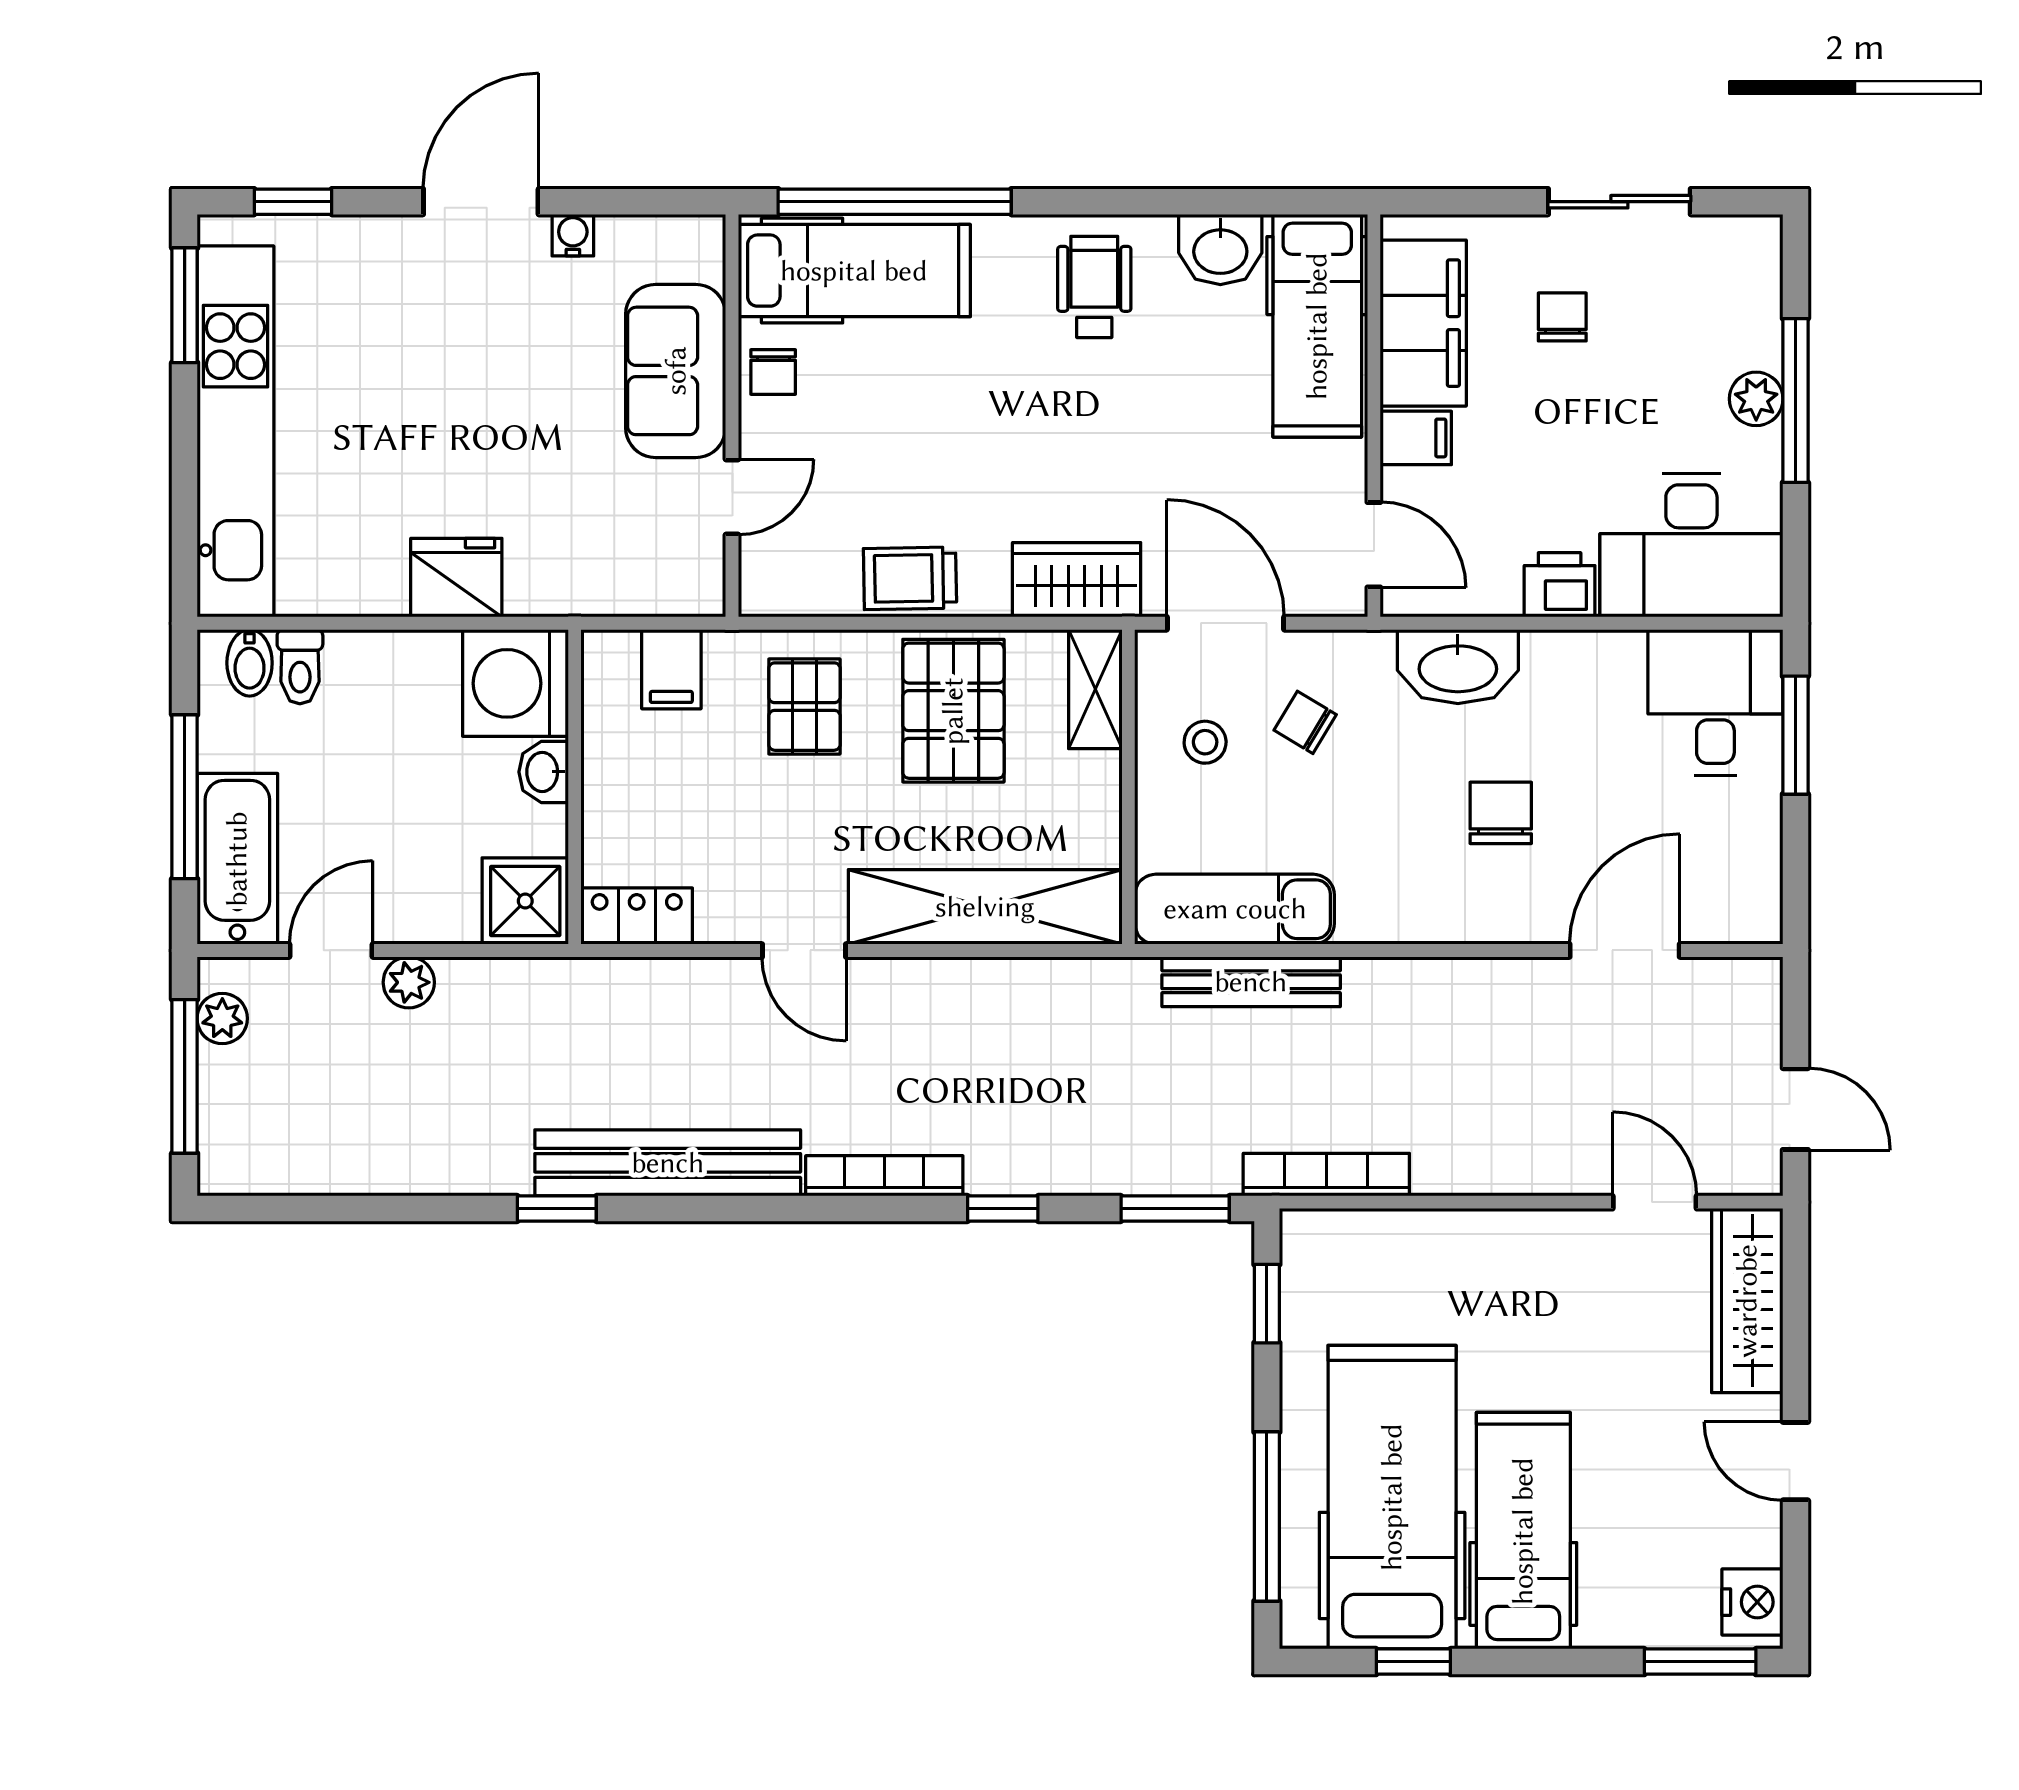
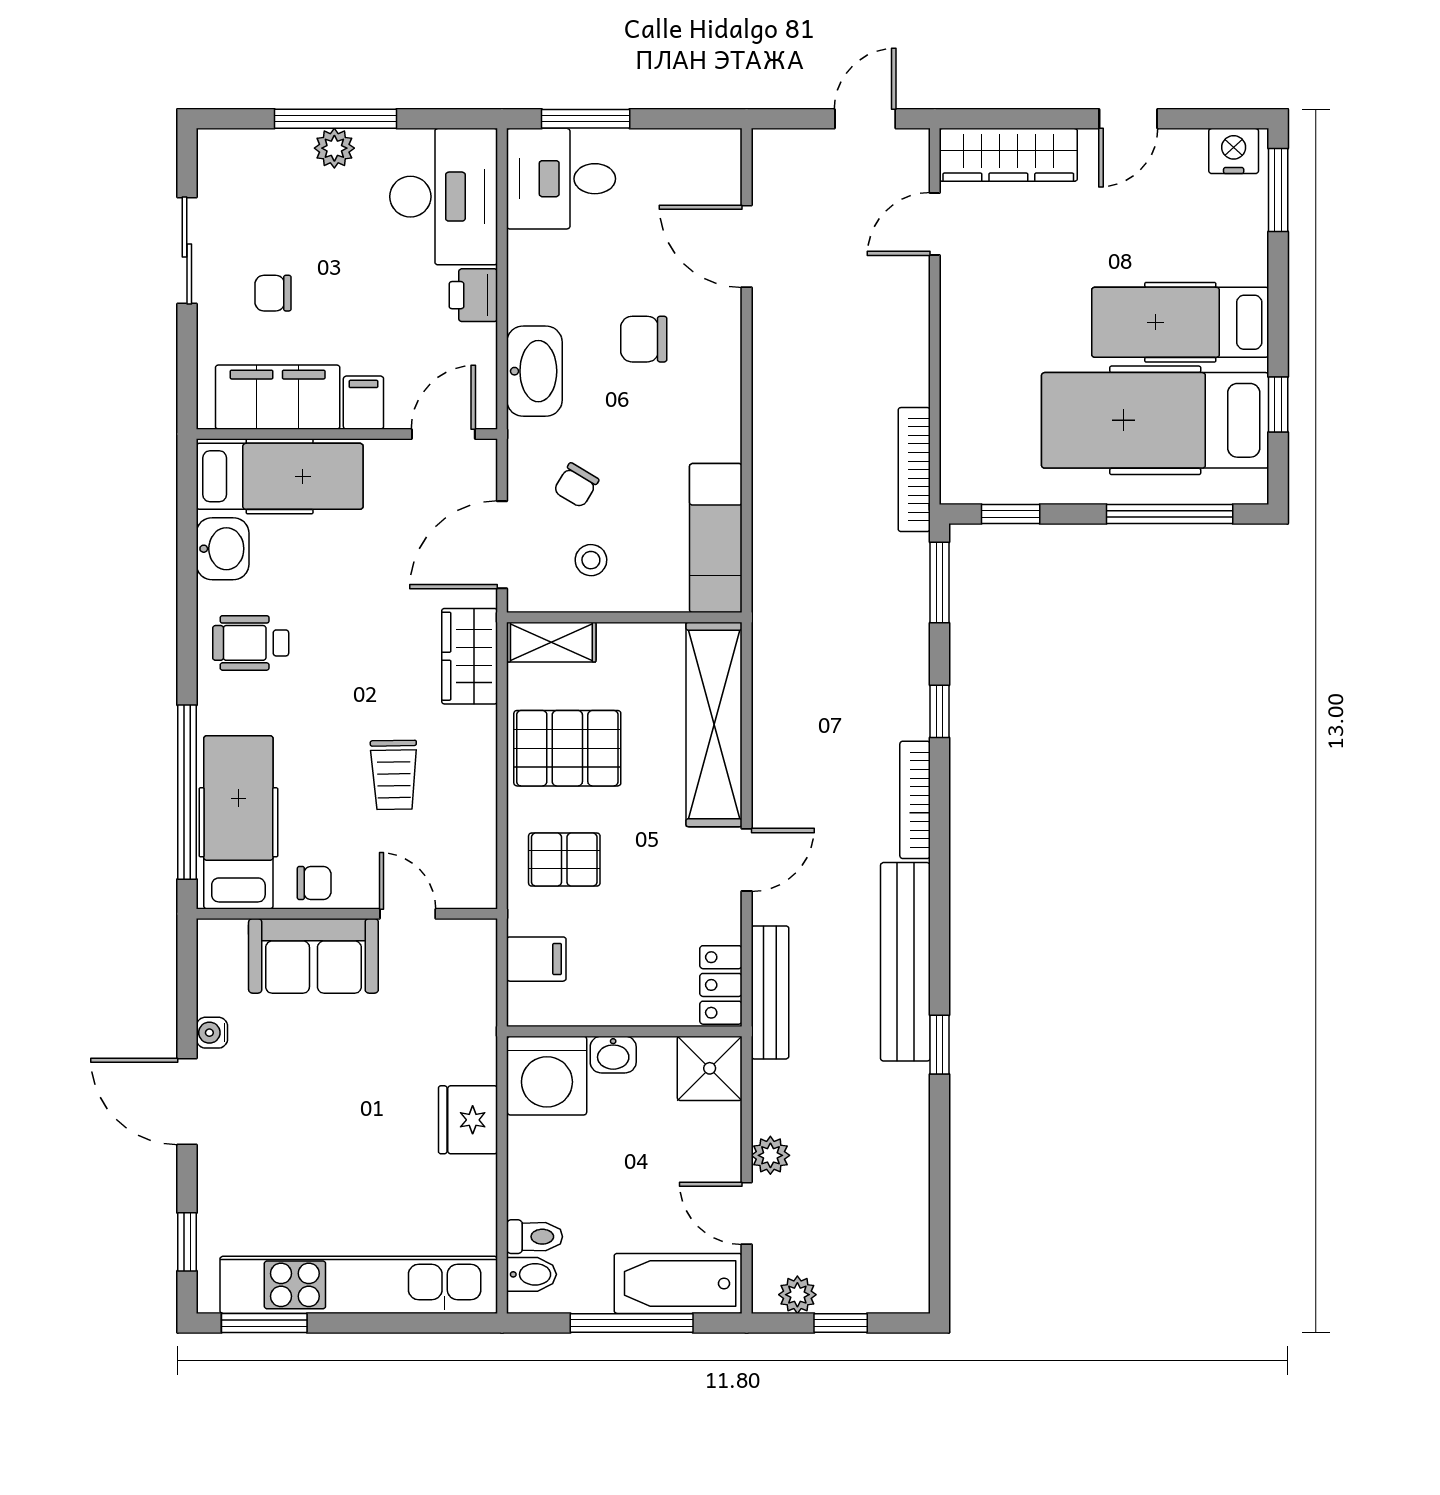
trolley: (910, 578) -> (394, 775), moved
bench: (1251, 982) -> (770, 992), moved
window: (185, 1076) -> (841, 1323), width x0.46

